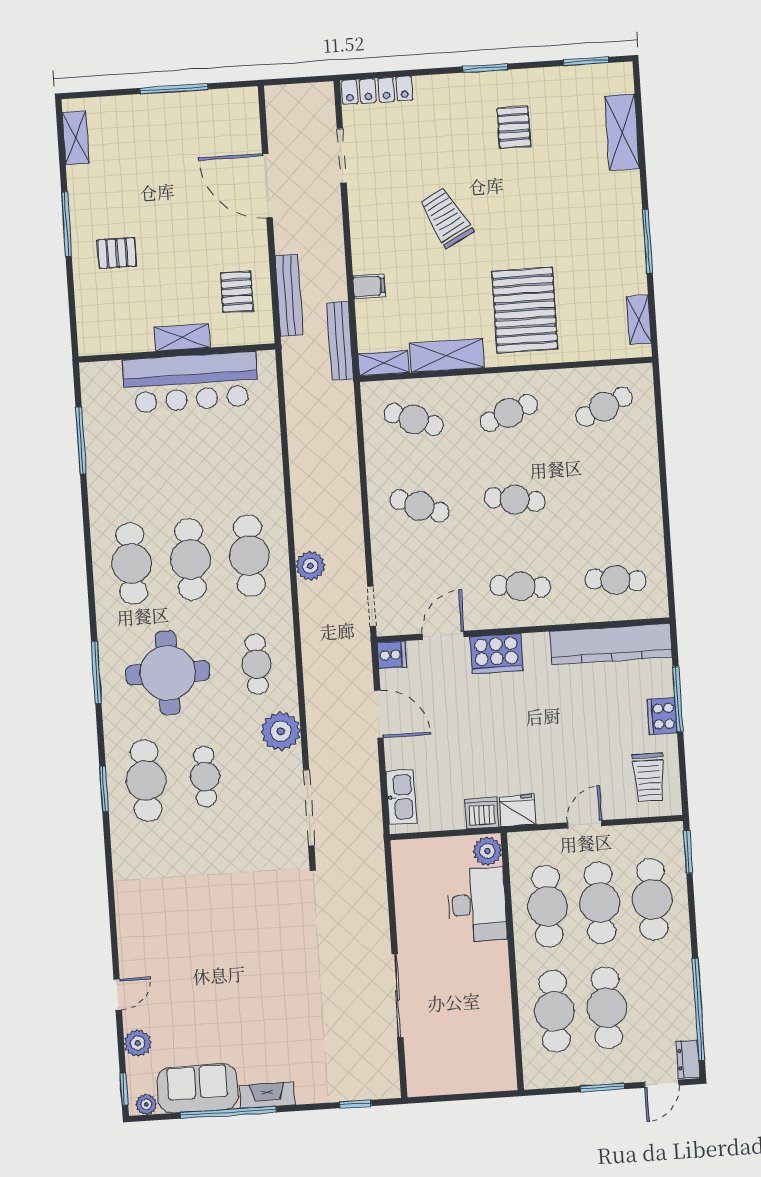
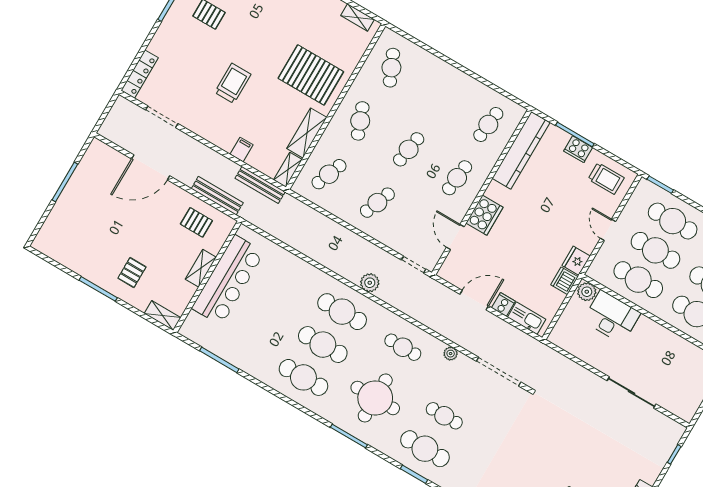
shelving: (76, 138) -> (163, 316), moved
trolley: (446, 218) -> (233, 83), turned 118
cooker: (392, 655) -> (503, 305), moved
plant: (281, 731) -> (451, 354), width x0.53, depth x0.53

